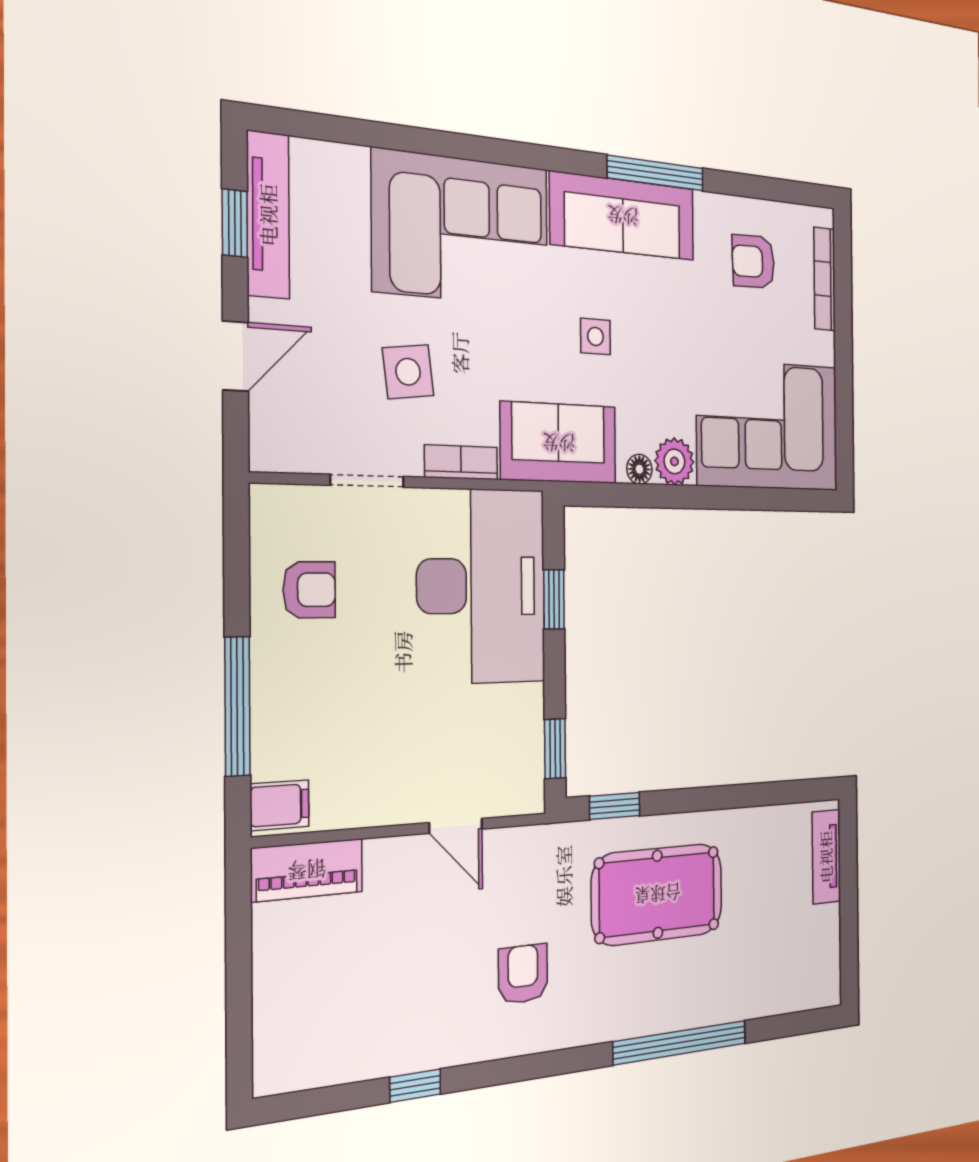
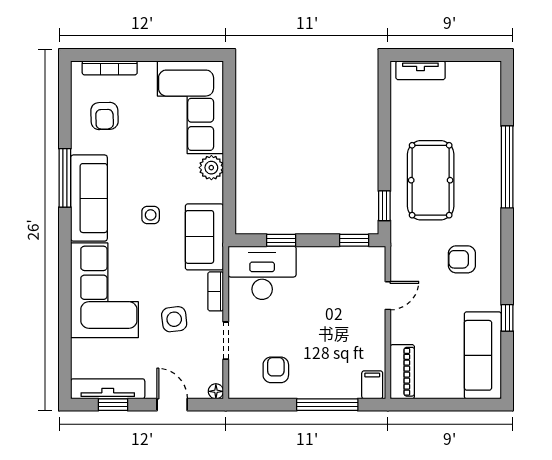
floor lamp: (639, 469) -> (216, 391), moved
desk: (481, 586) -> (262, 273), width x0.73, depth x0.77
sofa: (341, 1044) -> (483, 355), added

